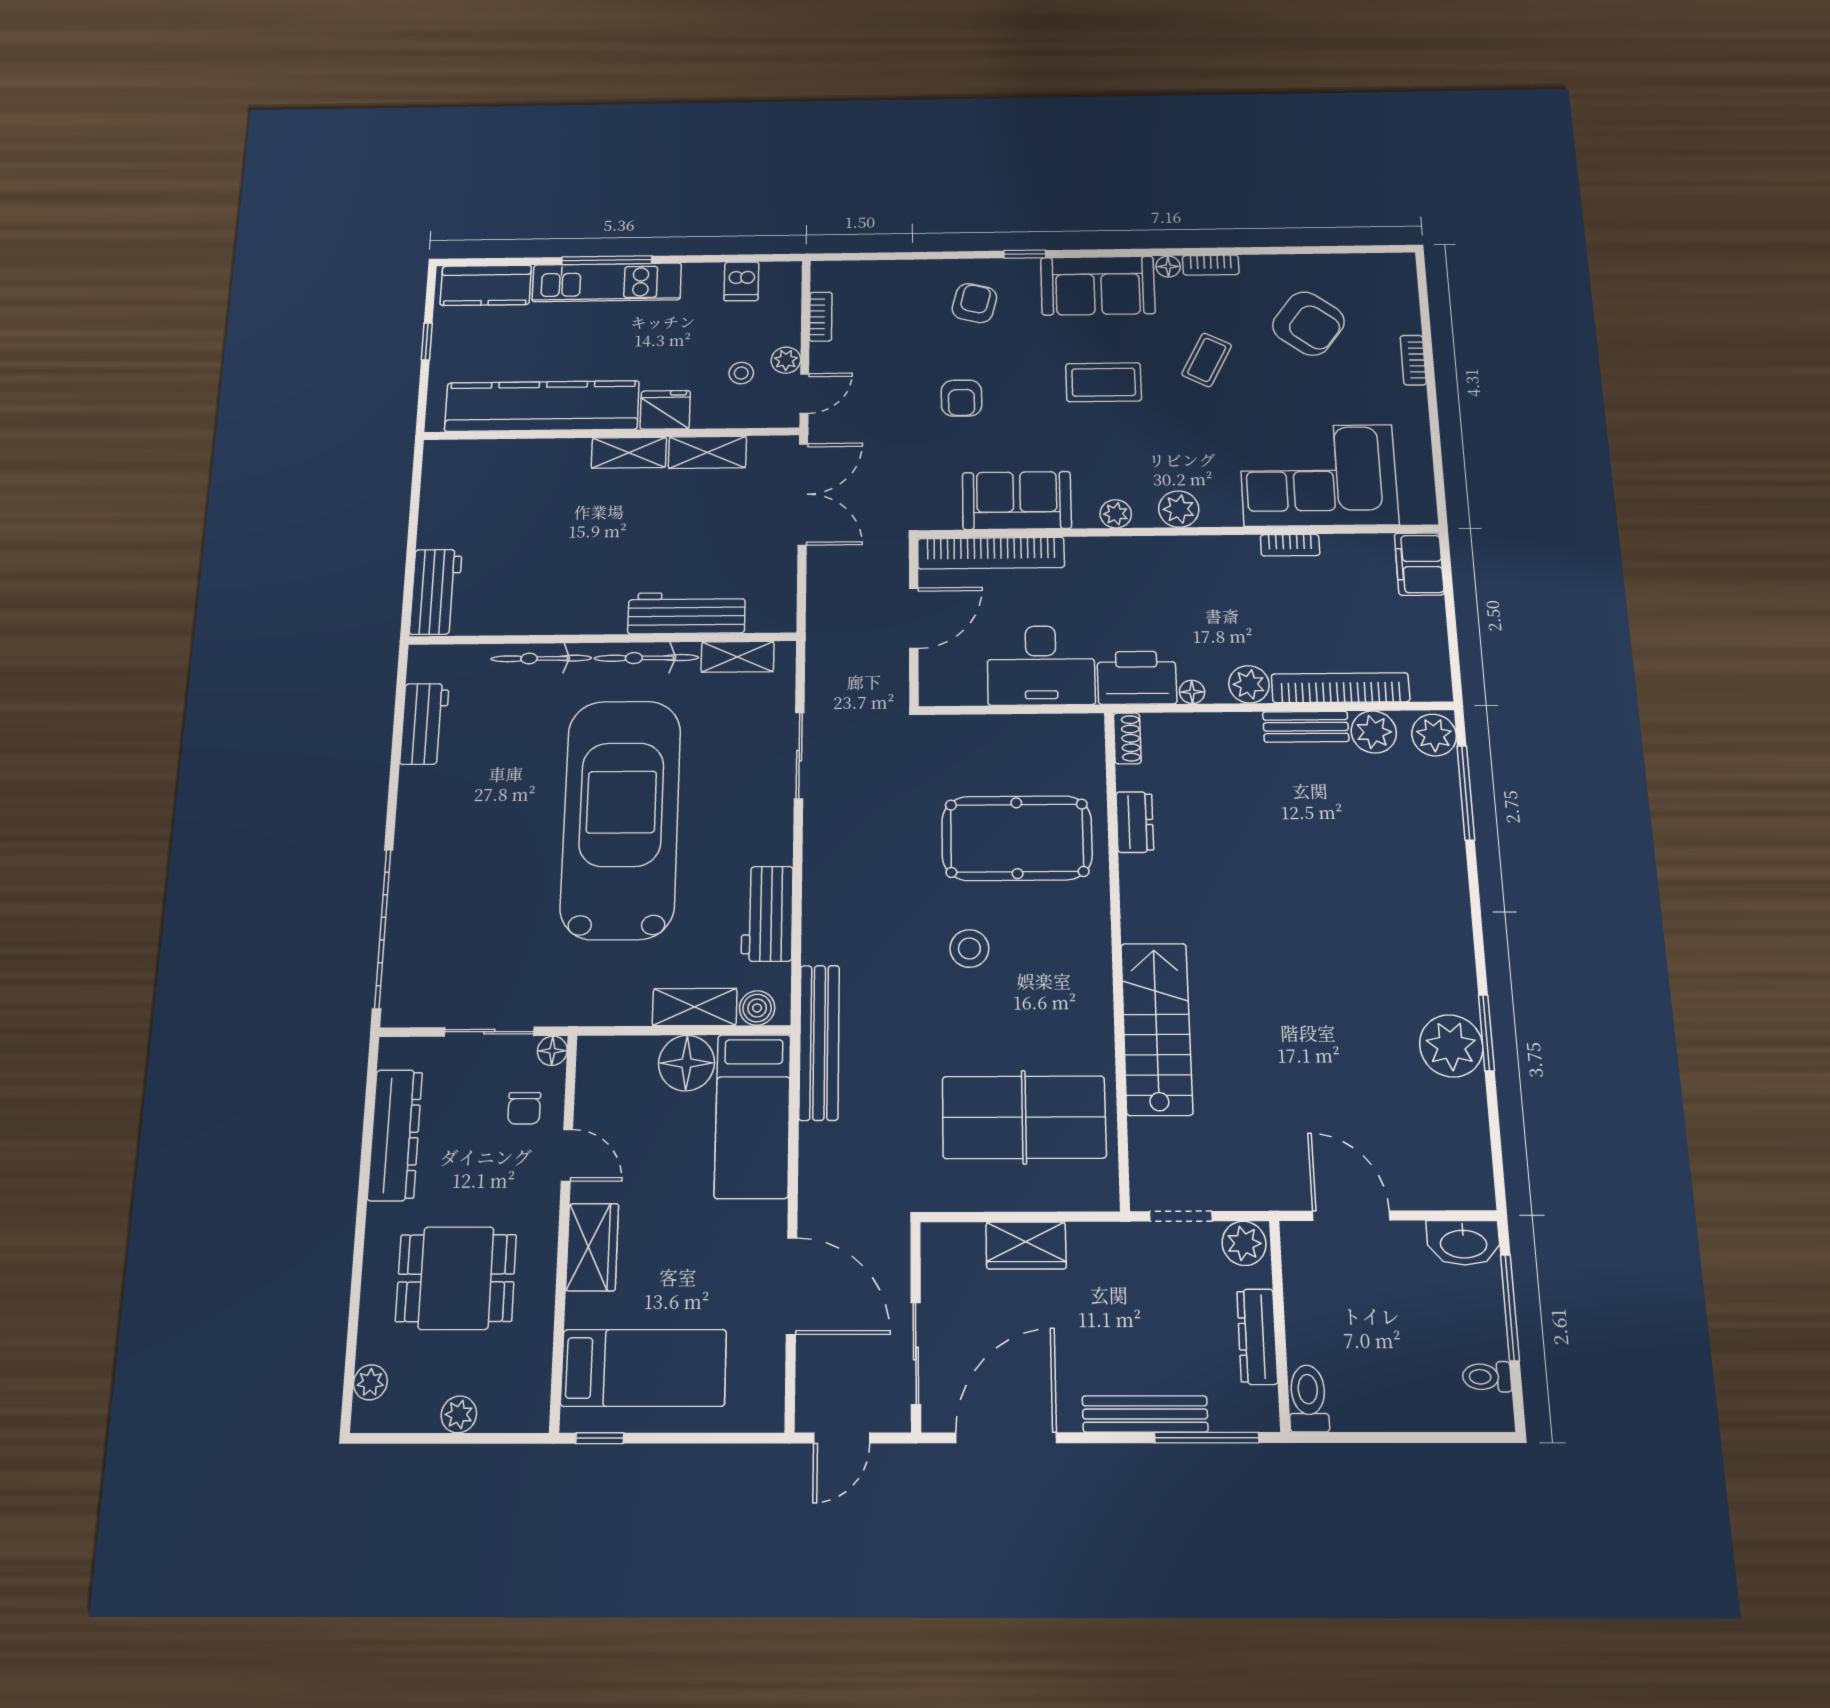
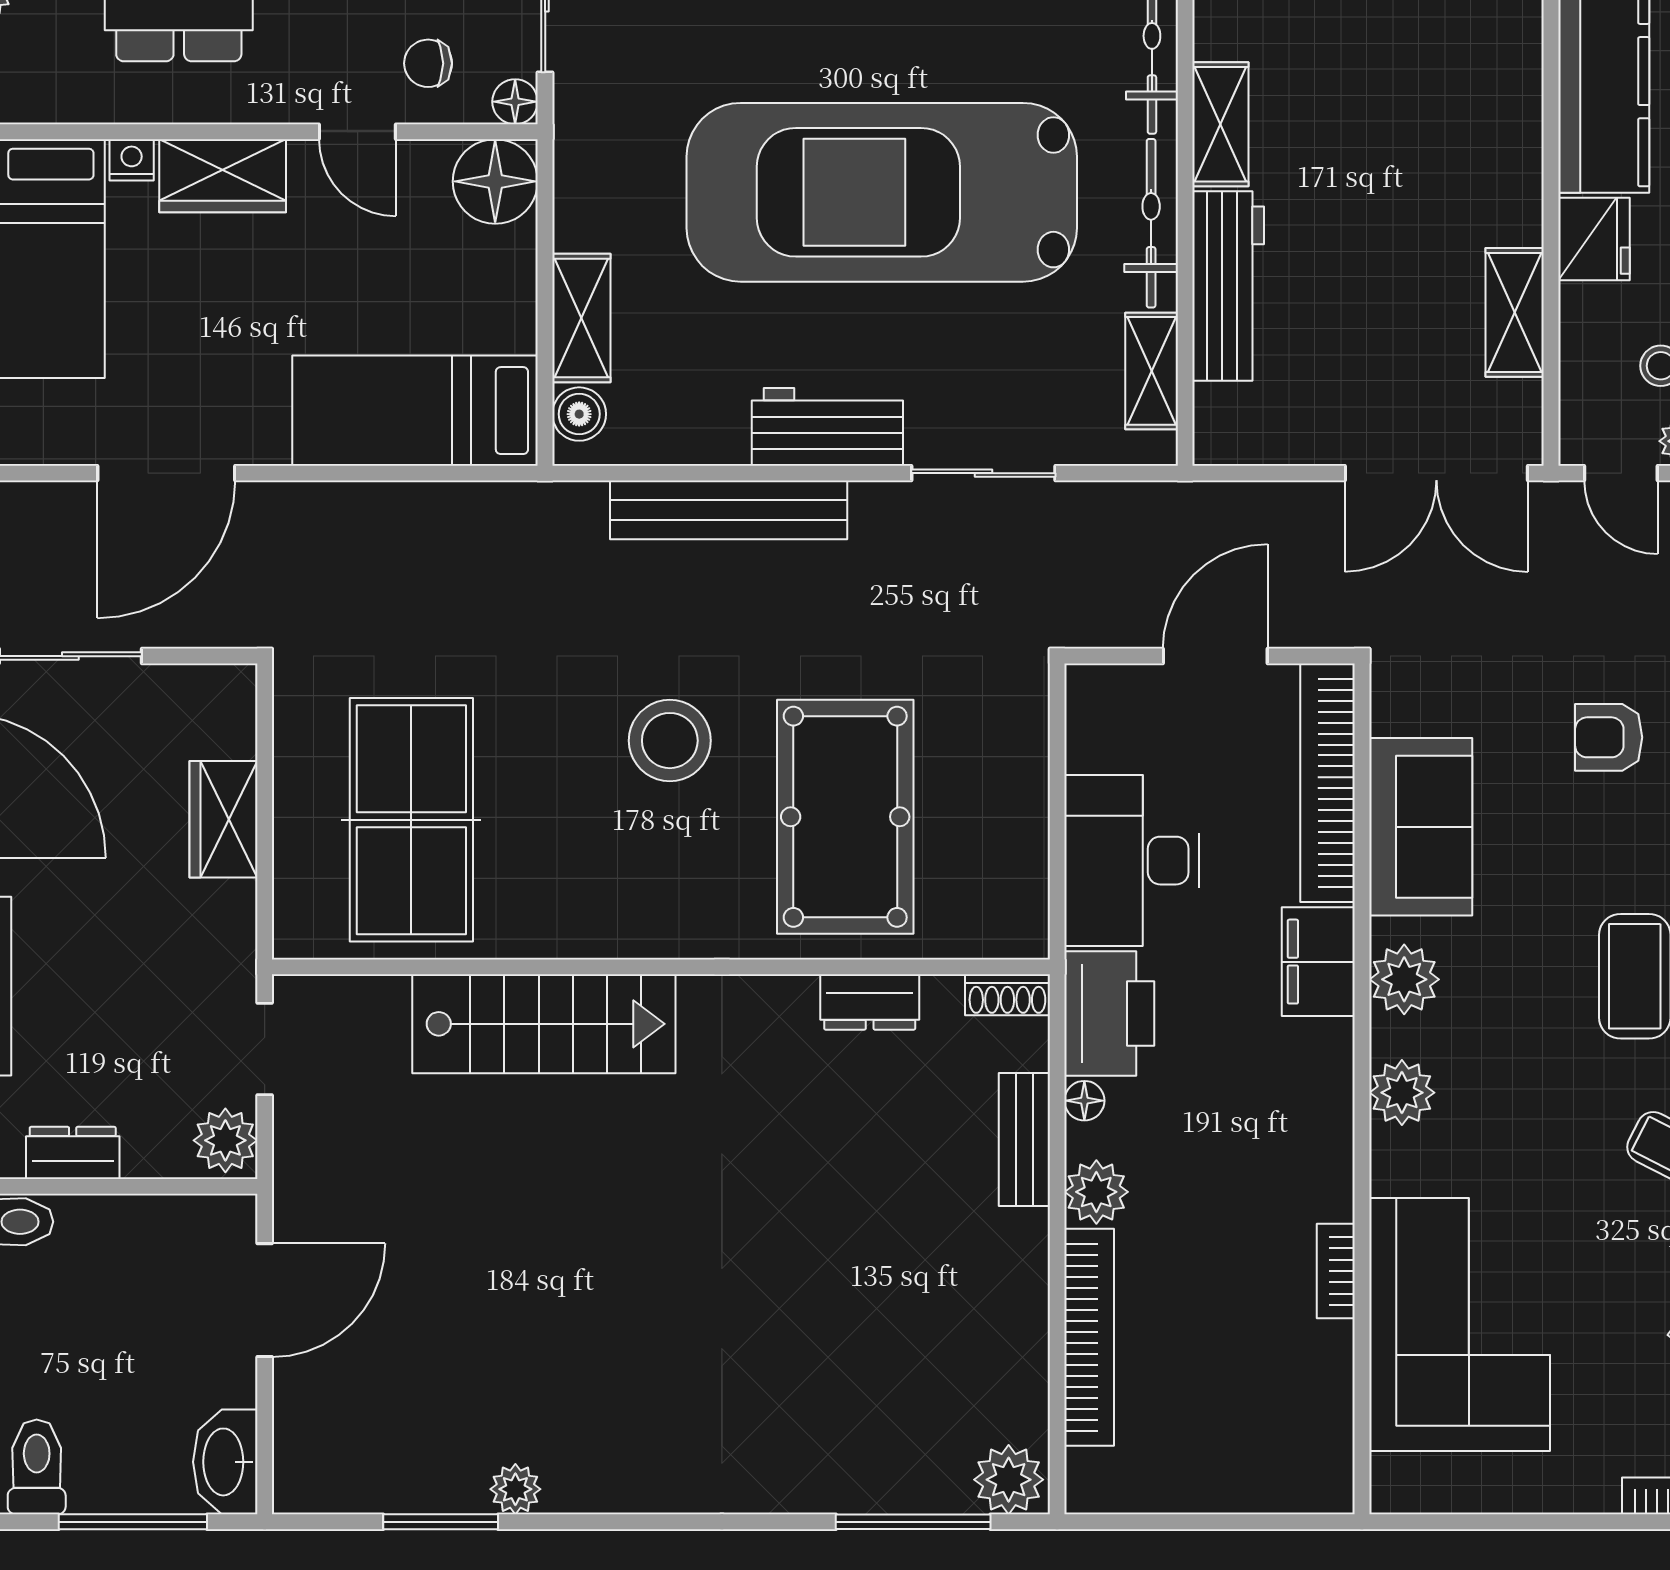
shelving: (629, 453) -> (1220, 124), moved
plant: (1116, 514) -> (1404, 979), width x1.38, depth x1.38
filing cabinet: (1419, 564) -> (1318, 962), moved, turned -90
door: (914, 618) -> (1215, 656), swing flipped
bench: (1306, 727) -> (1024, 1140), moved
plant: (1374, 732) -> (1015, 1385), removed
car: (621, 819) -> (882, 192), turned 180
workbench: (767, 914) -> (827, 427), moved
stool: (969, 948) -> (670, 741), width x1.38, depth x1.38
window: (1486, 1033) -> (441, 1522), moved
bench: (819, 1042) -> (729, 510), moved
plant: (1451, 1046) -> (515, 1489), width x0.53, depth x0.53
floor lamp: (687, 1063) -> (495, 181), moved
door: (567, 1155) -> (357, 132), hinge flipped
nightstand: (579, 1311) -> (132, 160), added
dresser: (1257, 1337) -> (73, 1153), width x0.70
toilet: (1487, 1377) -> (37, 1467), width x1.37, depth x1.39

